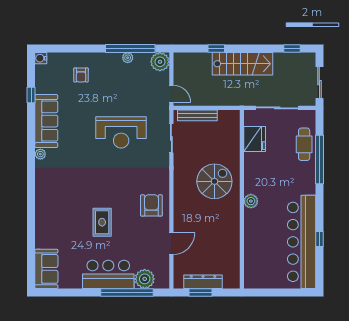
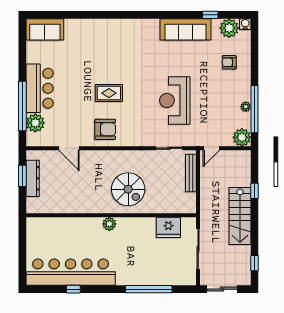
cafe table: (304, 144) -> (163, 275), removed
plant: (40, 154) -> (229, 28), moved, width x1.88, depth x1.88
rug: (102, 222) -> (109, 93), moved

